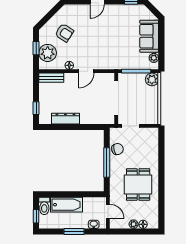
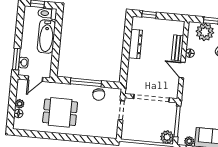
bench: (51, 78) -> (178, 48), moved
window: (74, 231) -> (16, 59), moved

